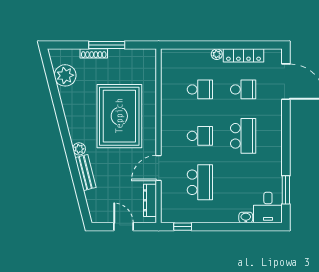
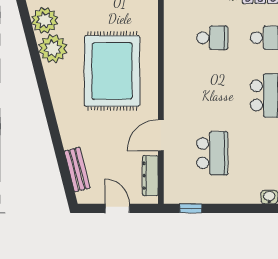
school desk: (200, 136) -> (212, 95), removed
plant: (79, 149) -> (53, 49), moved, width x1.88, depth x1.88
bench: (85, 173) -> (77, 169), moved

